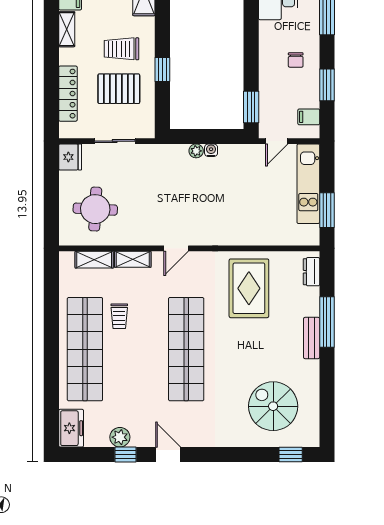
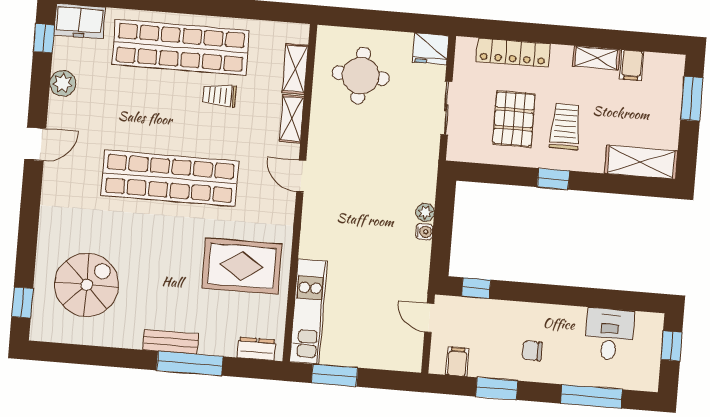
window: (162, 70) -> (553, 179), moved
window: (251, 107) -> (476, 288), width x0.67
kitchen unit: (308, 184) -> (308, 312), moved, turned 90
window: (125, 455) -> (44, 38), moved

